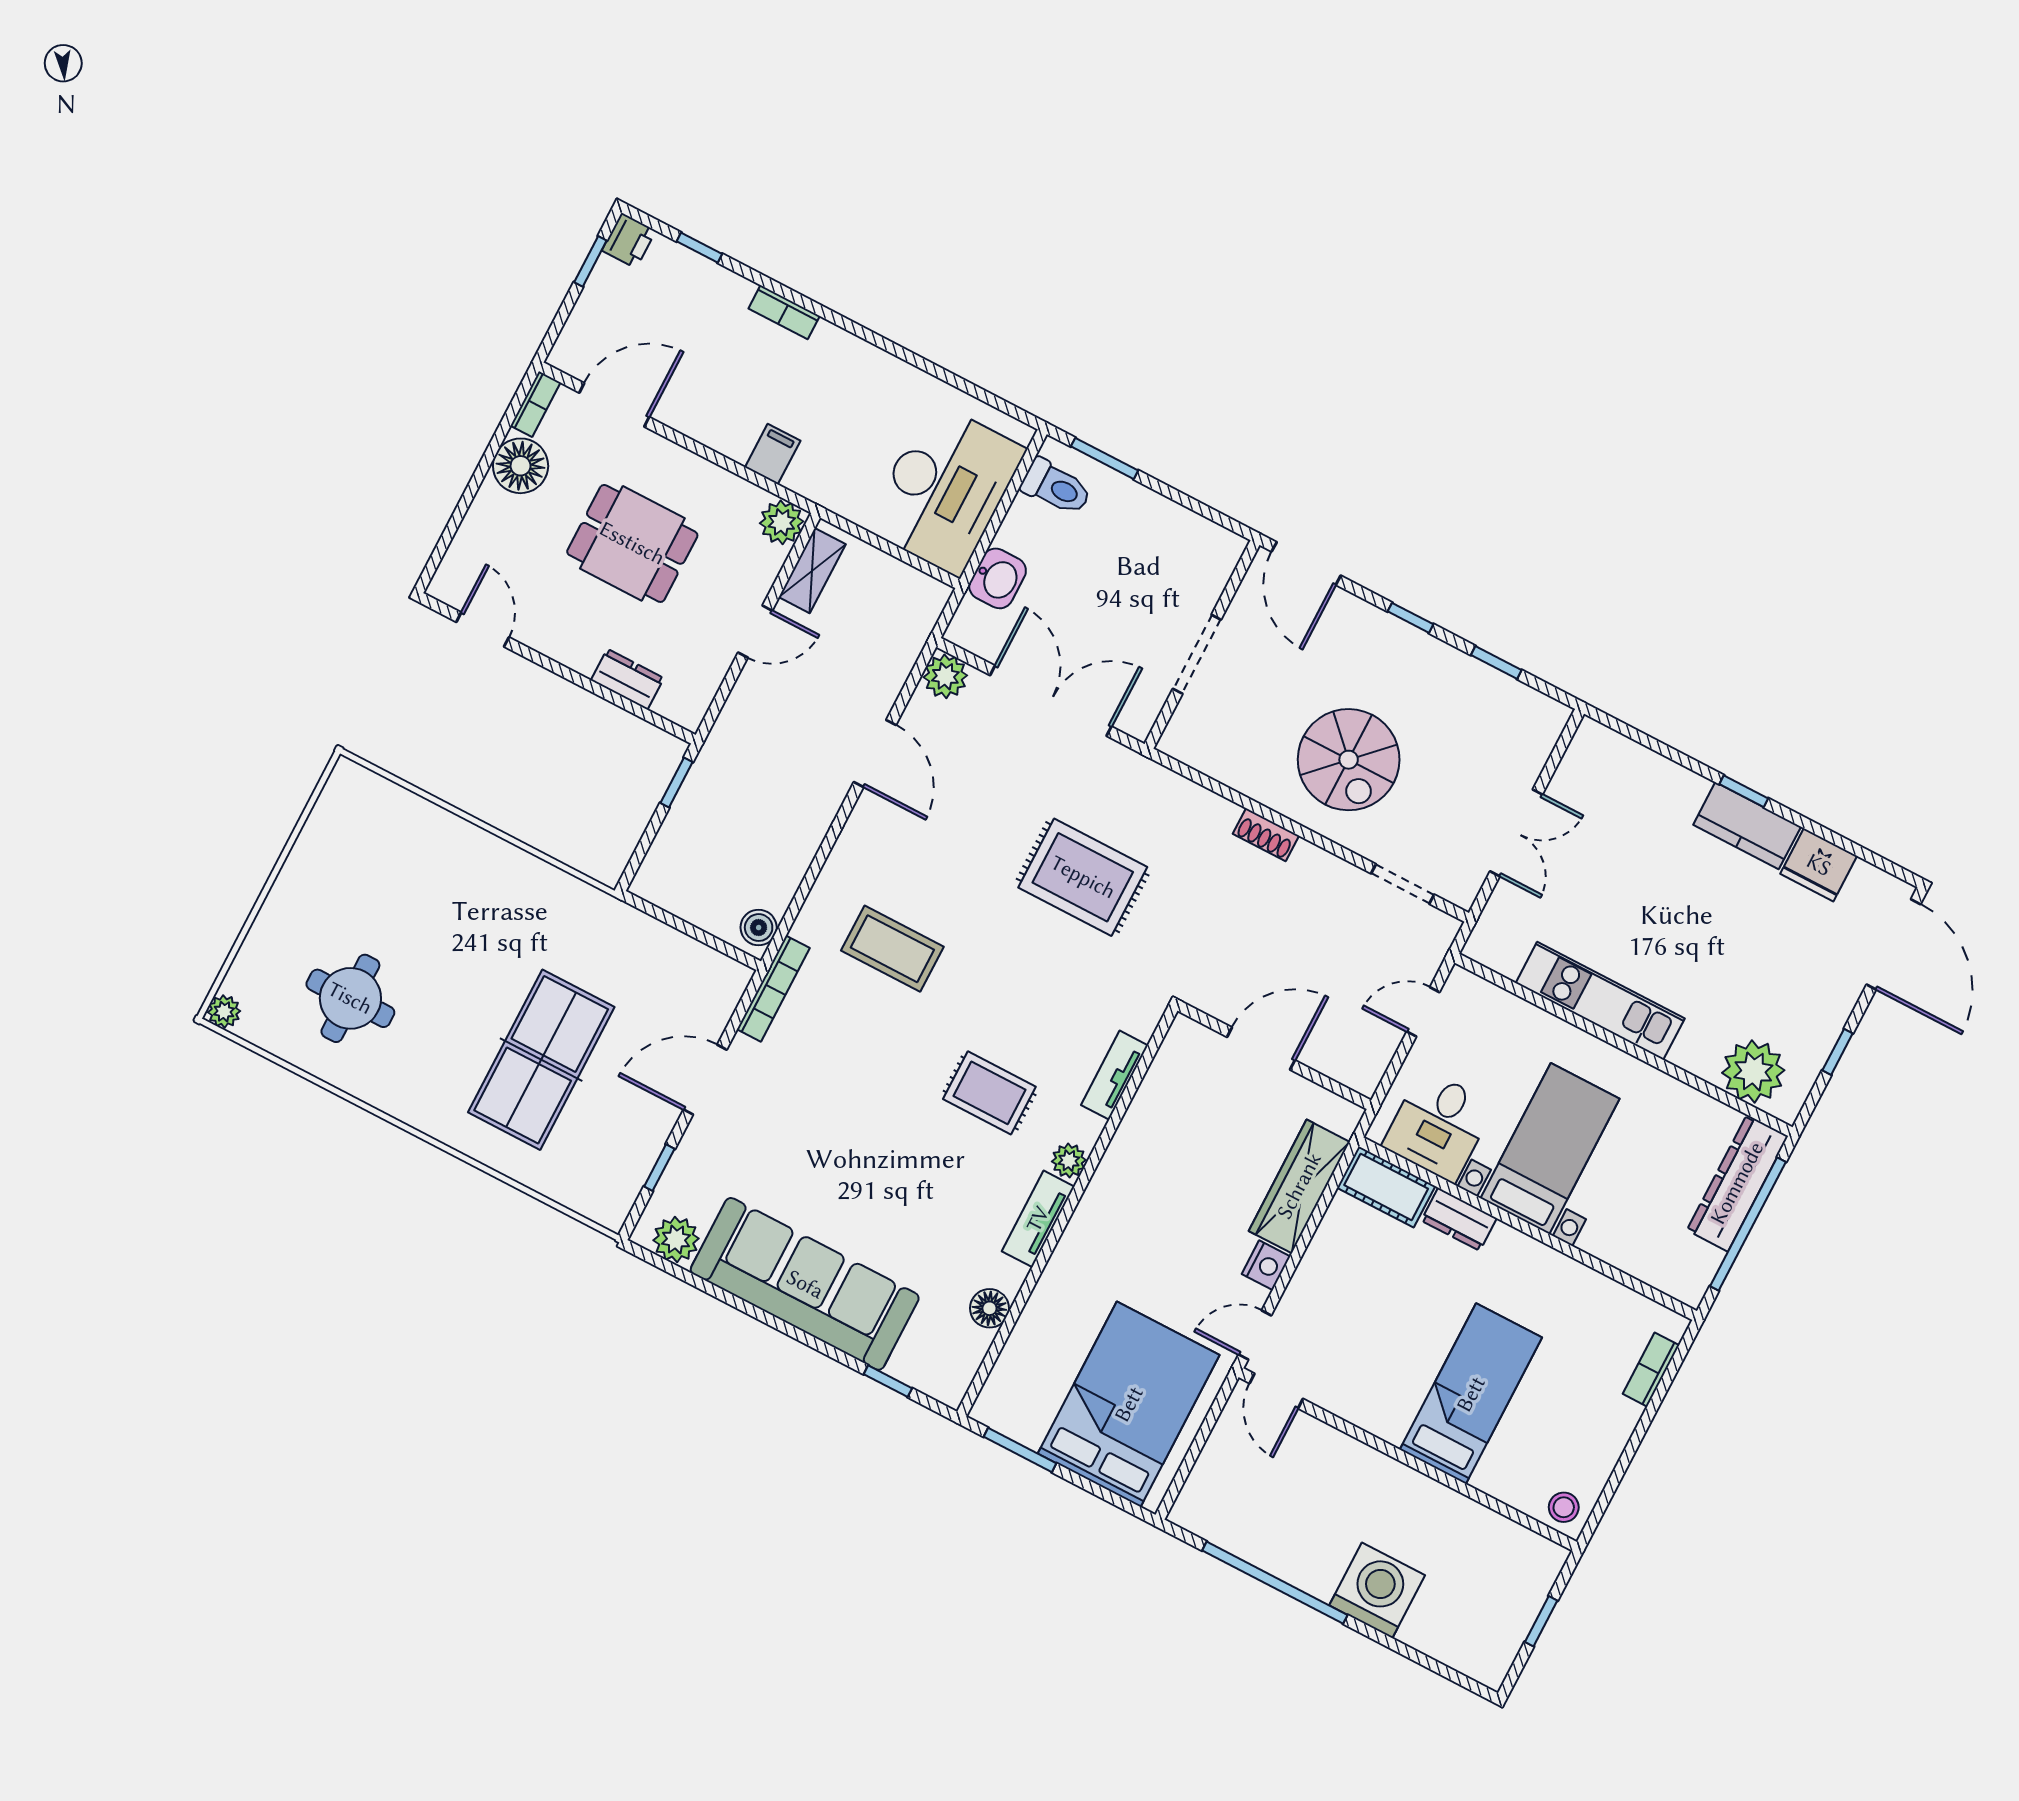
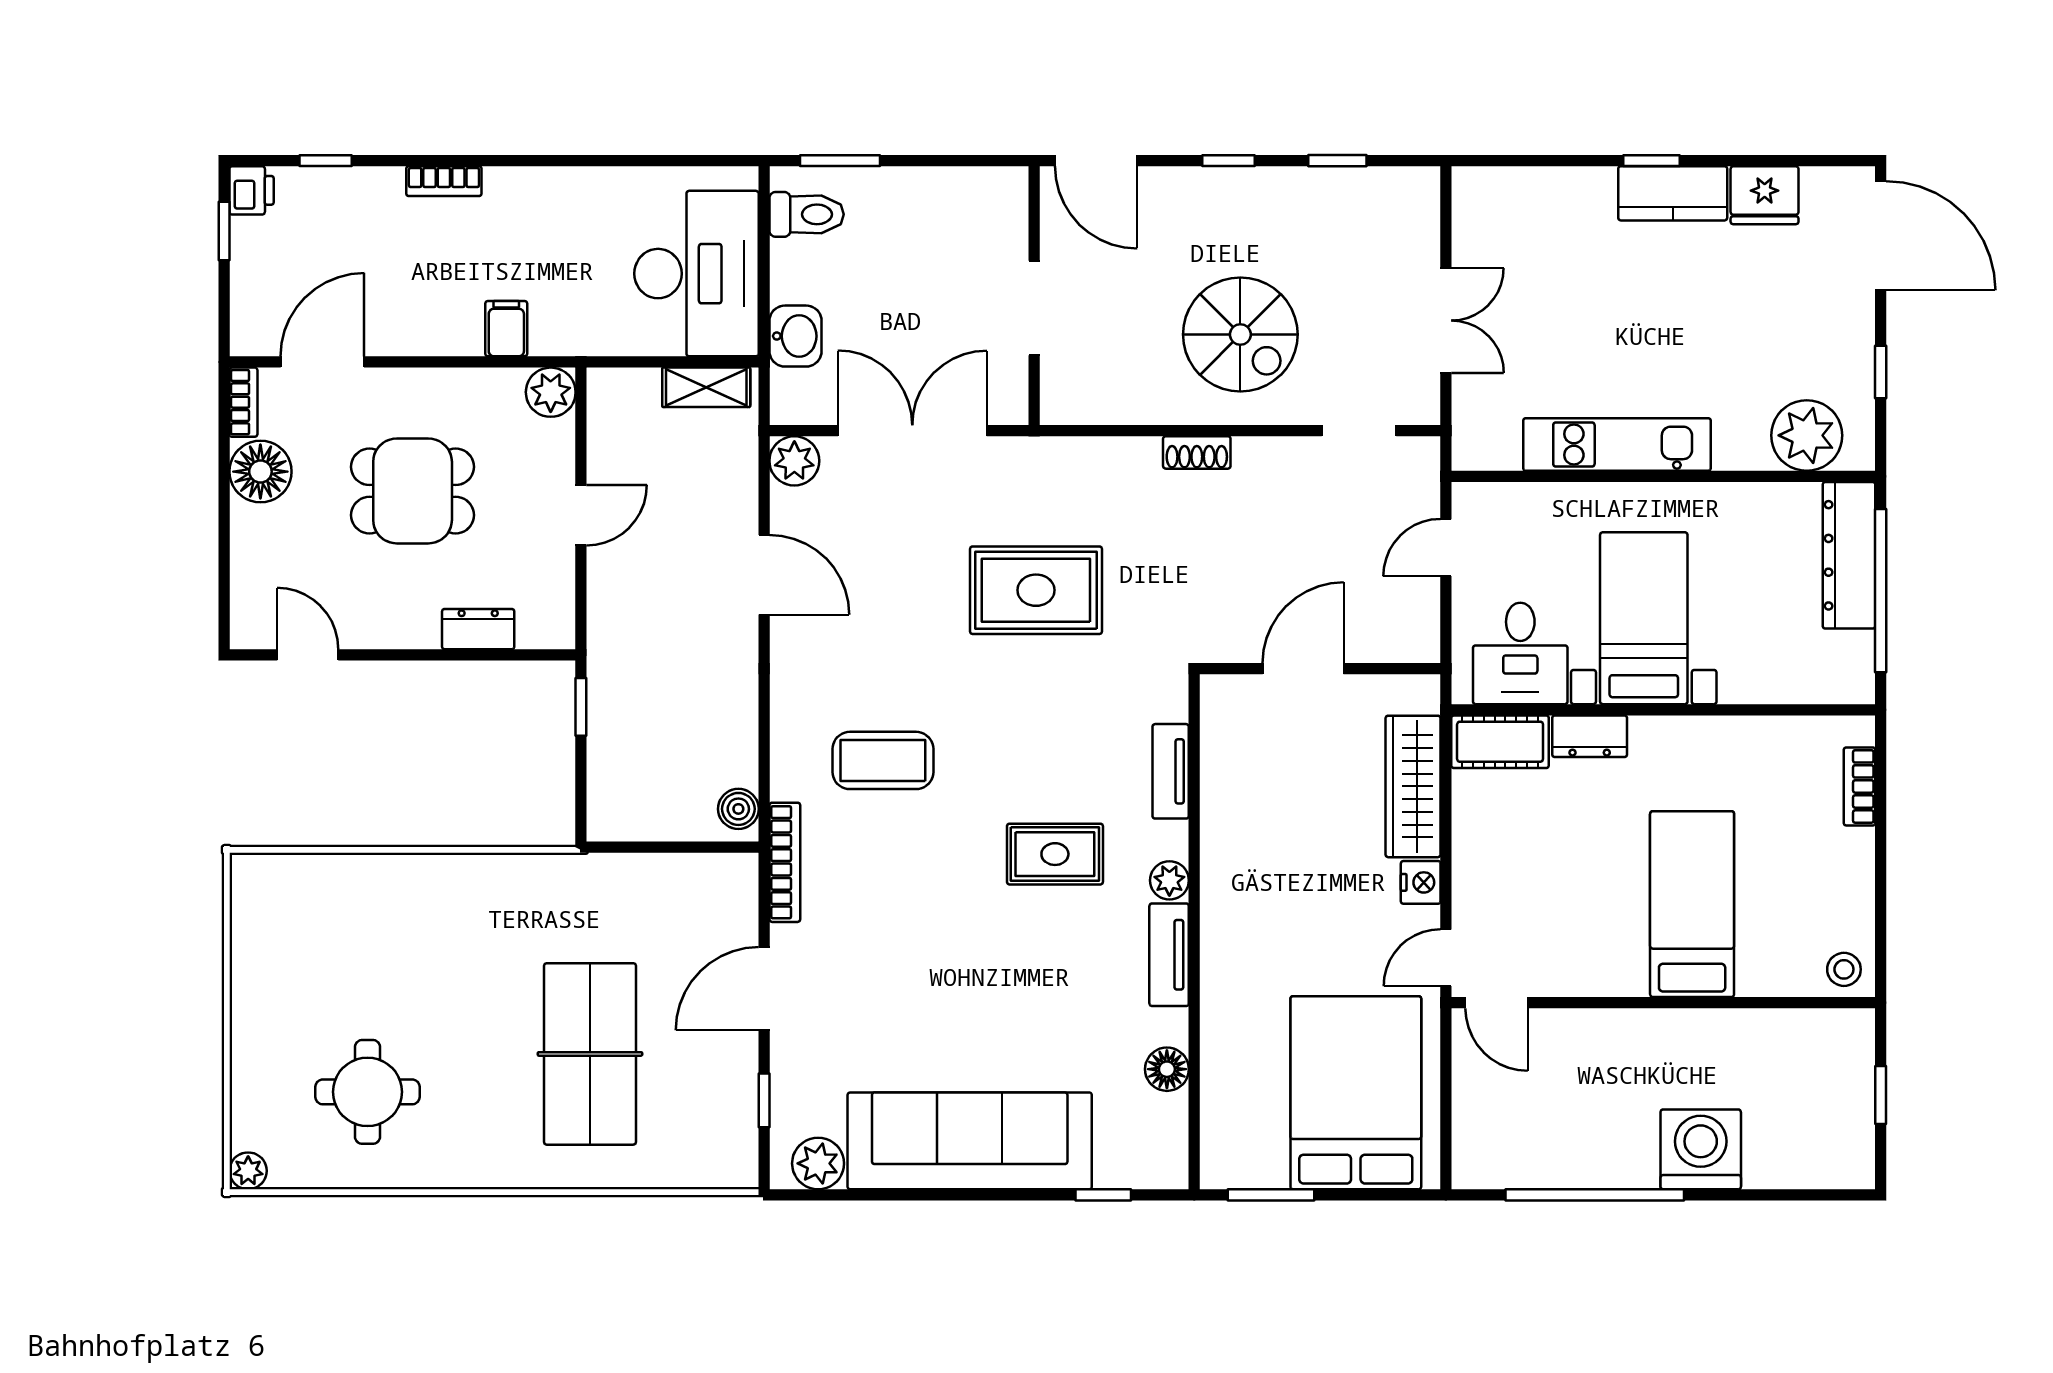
shelving: (812, 571) -> (706, 387), moved, turned 90

